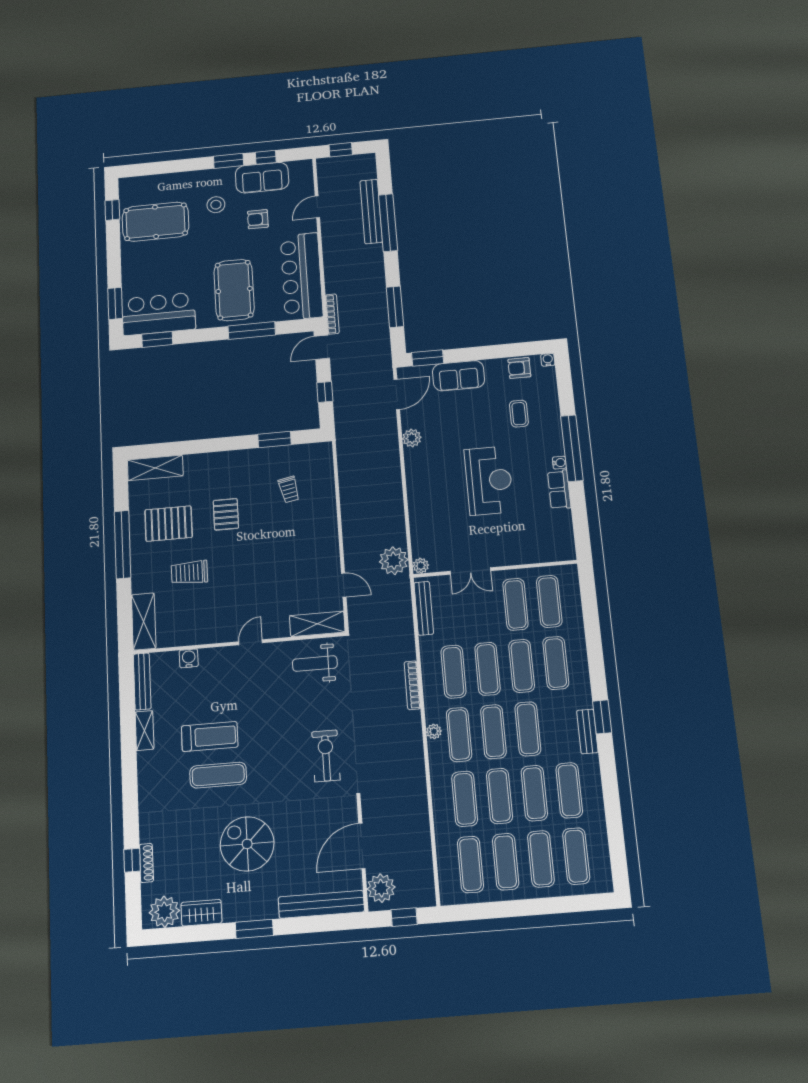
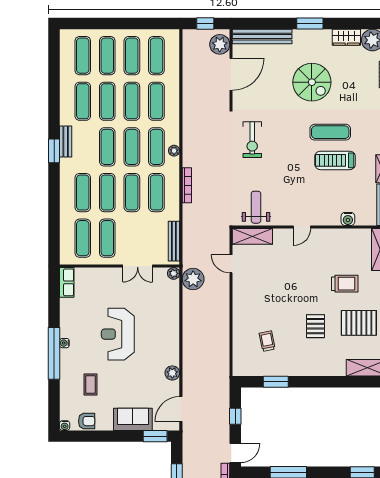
row of seats: (559, 490) -> (67, 282), moved
double door: (470, 571) -> (138, 266), swing flipped
weight bench: (315, 664) -> (256, 207), turned -90

